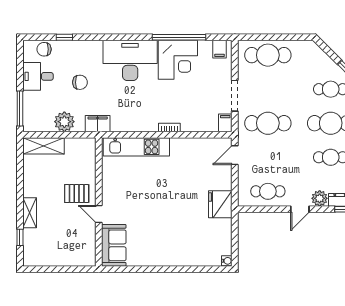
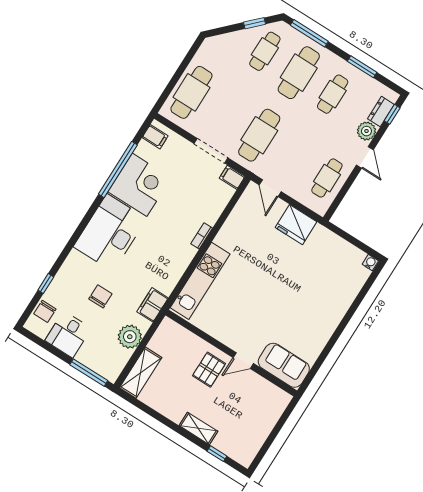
fridge: (220, 204) -> (296, 225), moved

